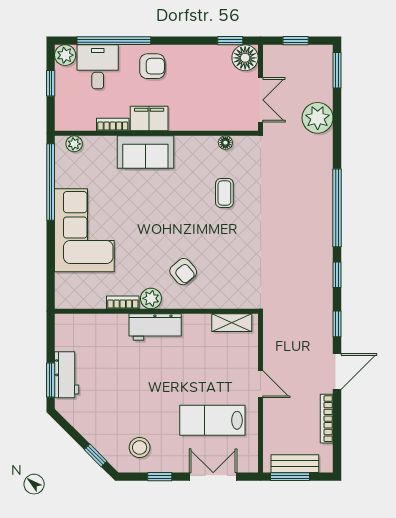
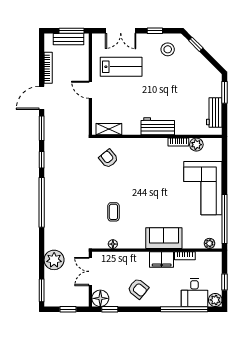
armchair: (152, 66) -> (138, 289), moved, turned -141
armchair: (183, 272) -> (108, 159), moved
plant: (151, 298) -> (196, 145), moved
window: (337, 324) -> (42, 128), width x1.50
workbench: (67, 375) -> (214, 113), moved

